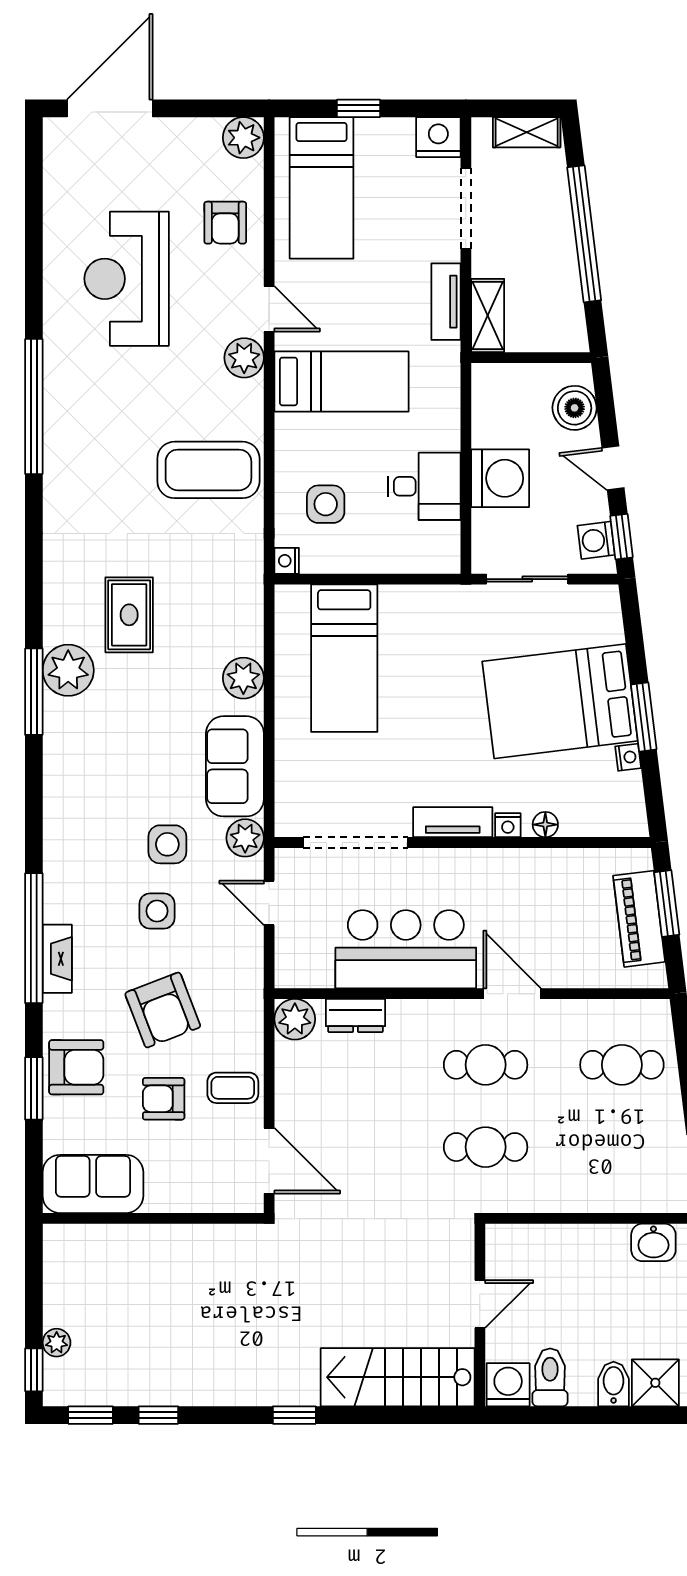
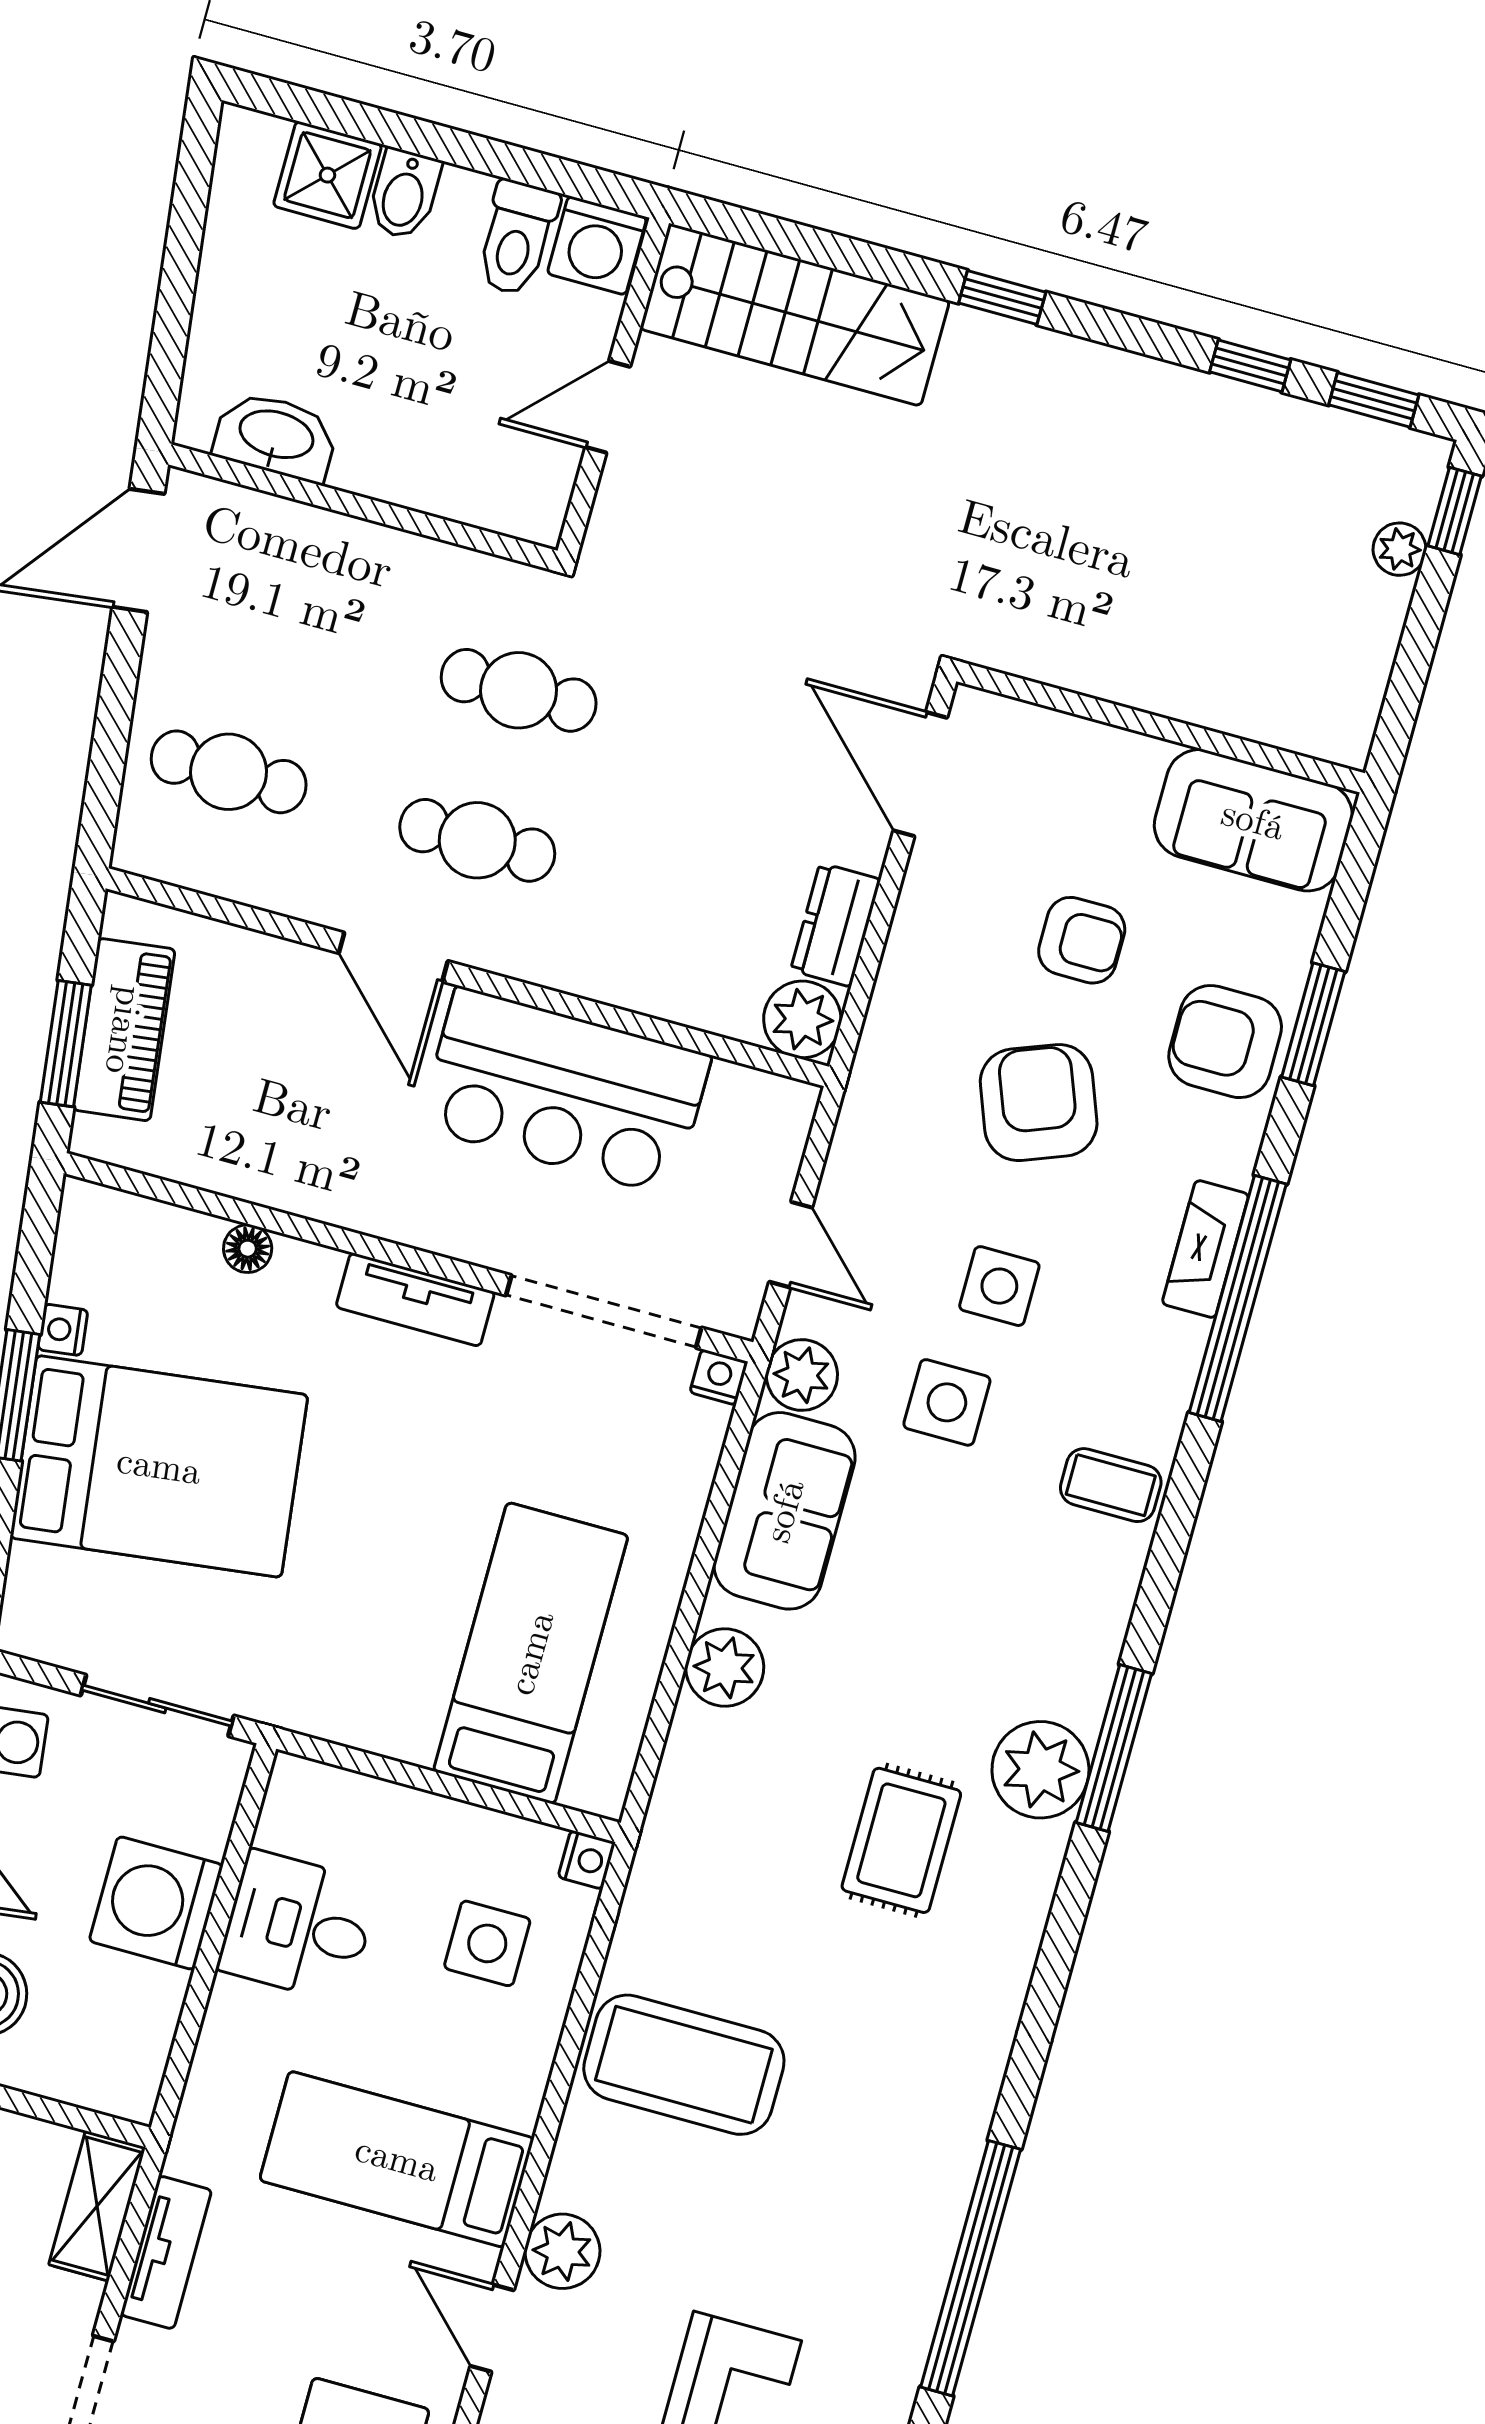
nightstand: (508, 825) -> (719, 1377), moved
dresser: (355, 1015) -> (836, 925), moved, turned -90
coffee table: (233, 1088) -> (1111, 1485), moved
washbasin: (653, 1242) -> (276, 436), width x1.38

